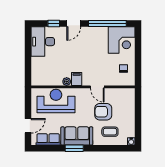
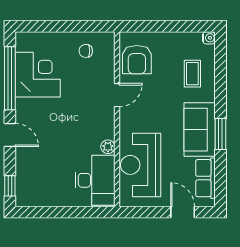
window: (54, 24) -> (10, 186), moved
corner desk: (122, 40) -> (38, 75), moved
desk: (43, 42) -> (95, 180), moved, turned -90
filing cabinet: (77, 79) -> (104, 130), removed
armchair: (103, 112) -> (137, 60), moved

